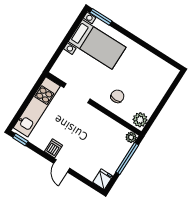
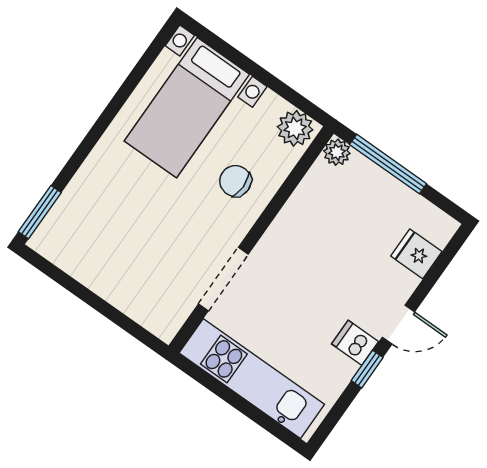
bed with nightstands: (97, 44) -> (187, 108), moved, turned 180
window: (20, 140) -> (367, 369), moved
fridge: (103, 179) -> (416, 254), moved

